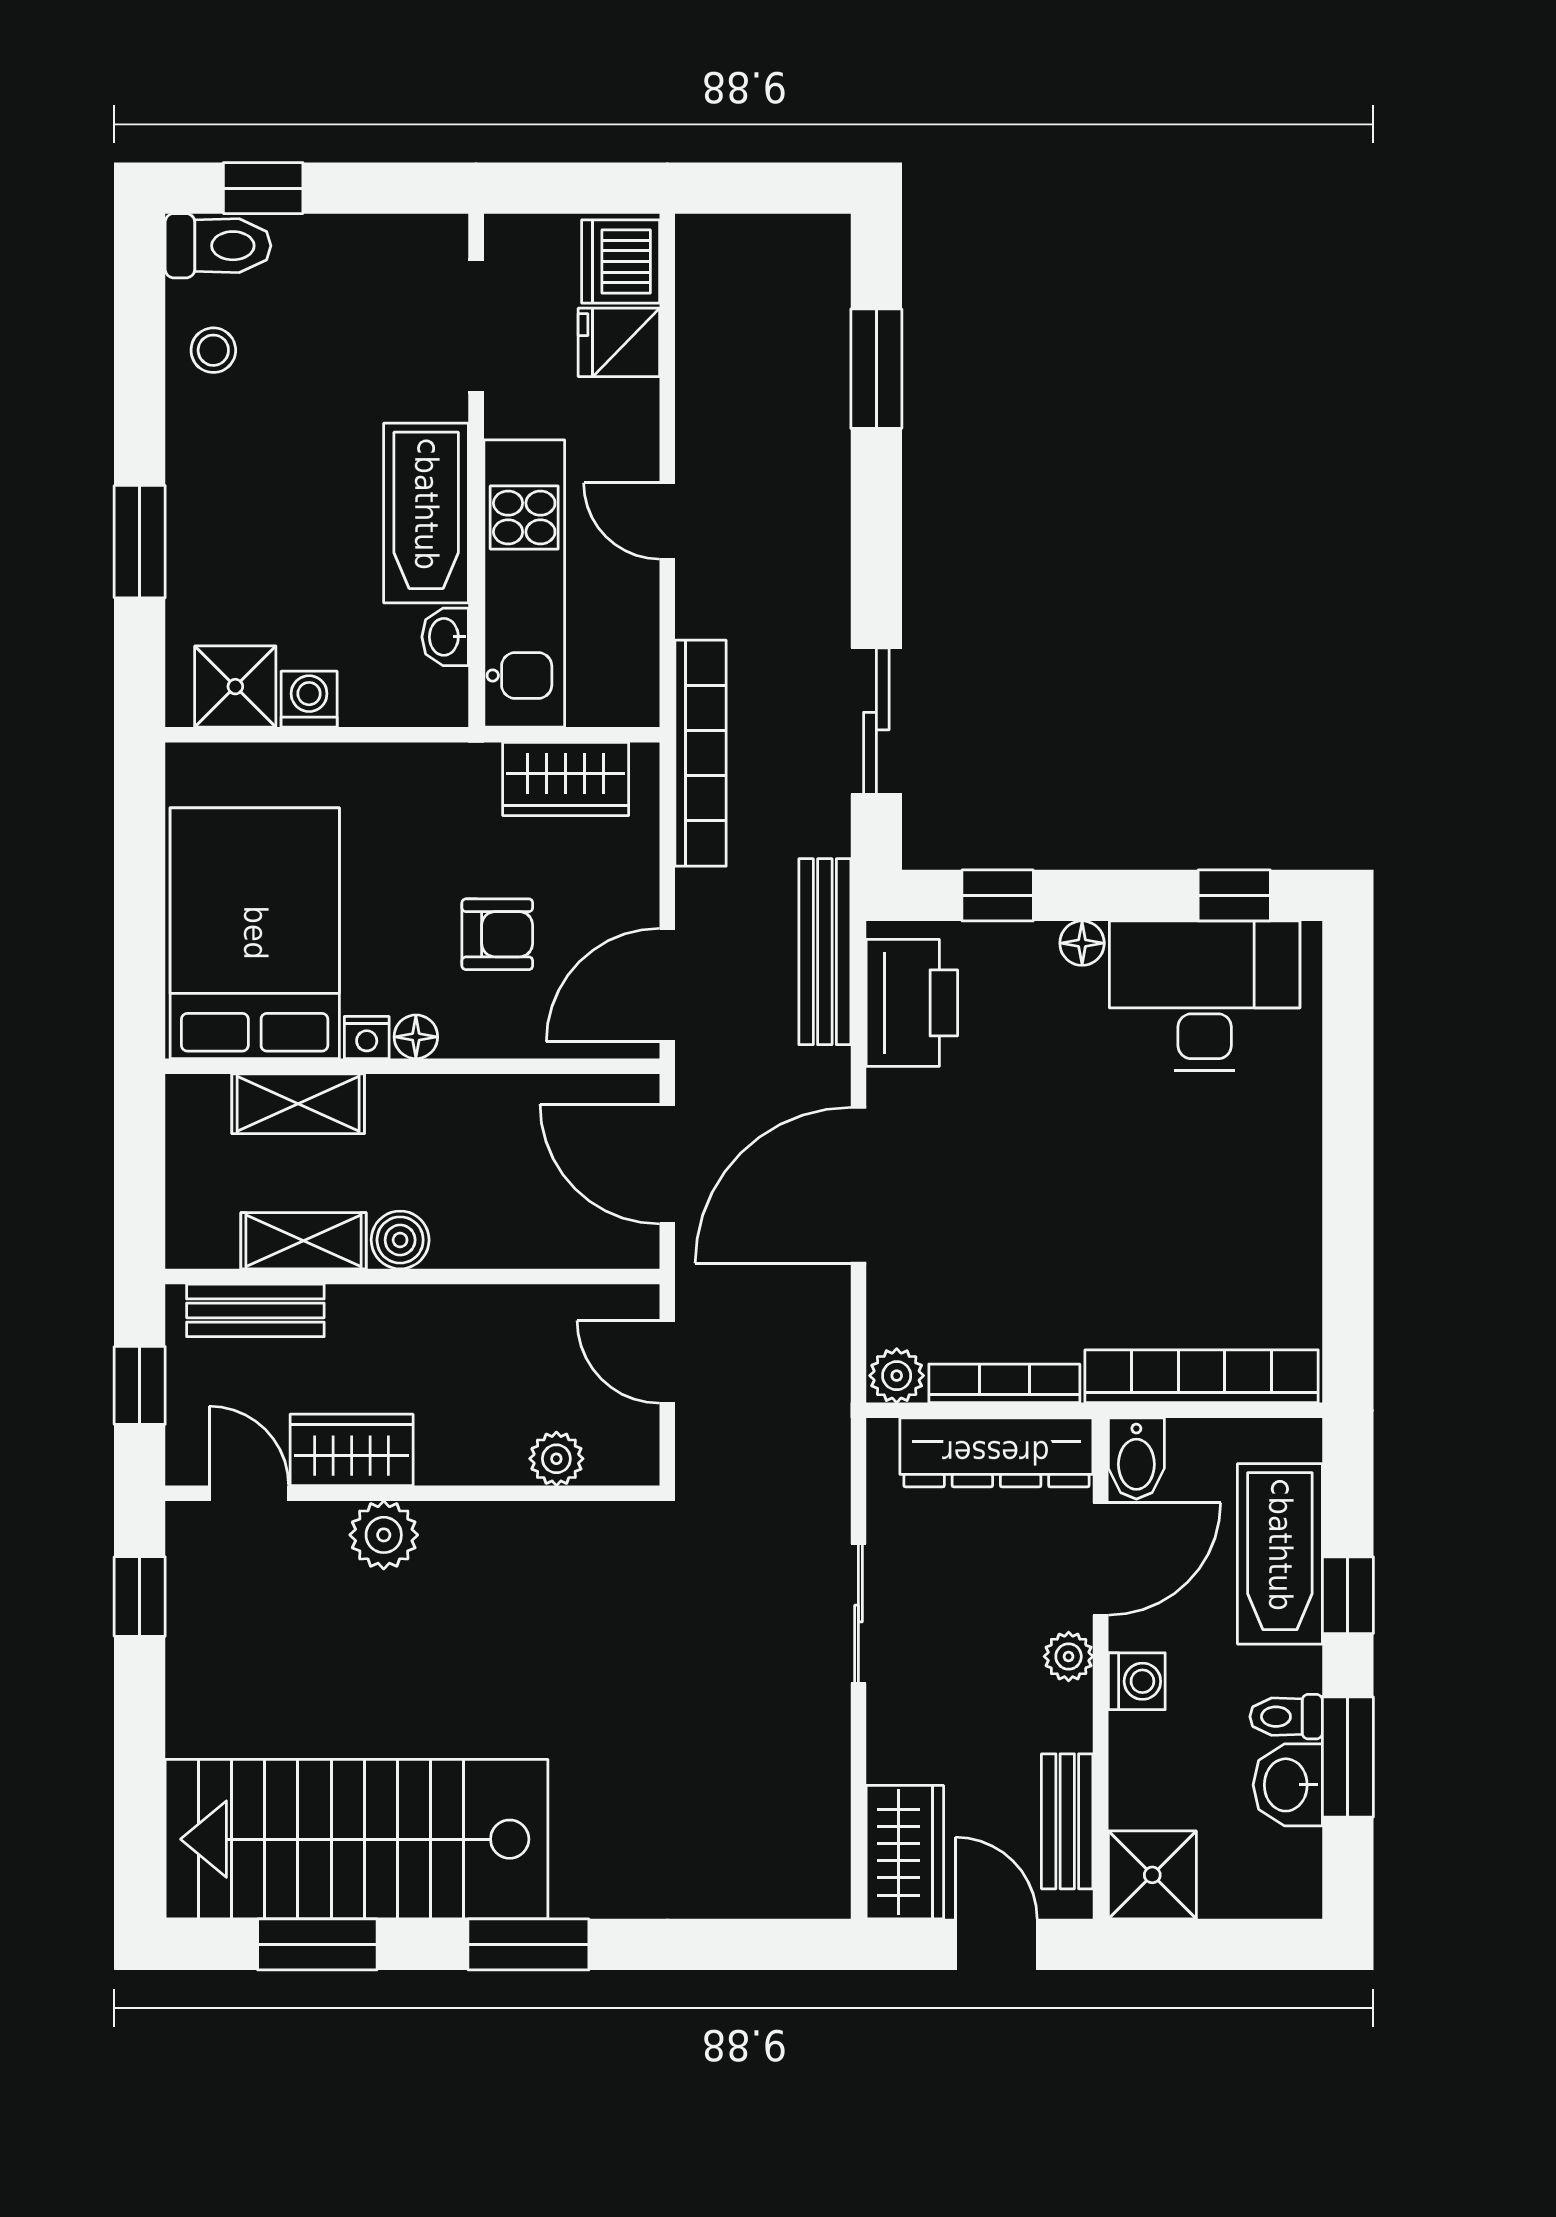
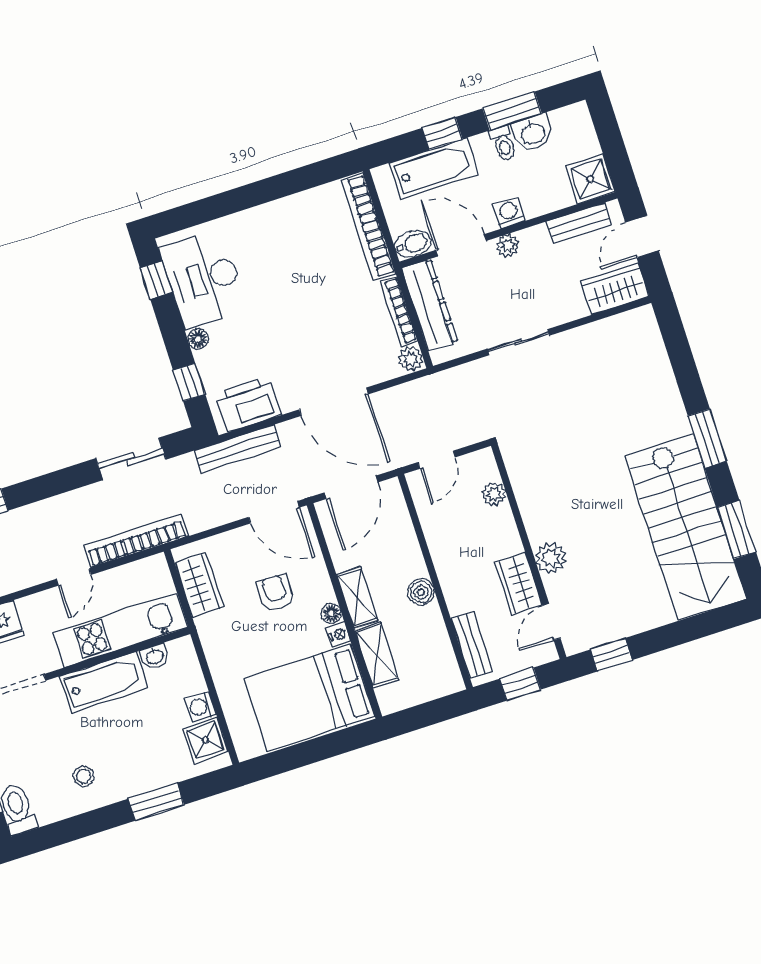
stool: (213, 350) -> (84, 776), moved
bookcase: (701, 753) -> (136, 541), moved
shelving: (304, 1241) -> (357, 597), moved

